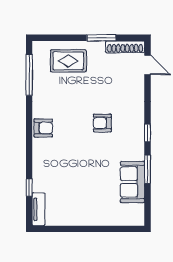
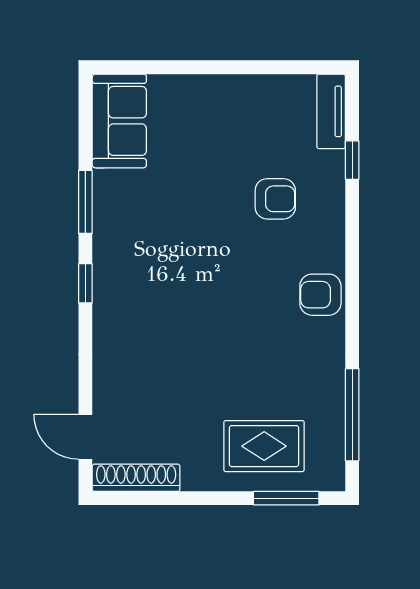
window: (101, 38) -> (286, 498), moved
armchair: (102, 123) -> (275, 199), moved
sofa: (132, 182) -> (119, 121), moved

